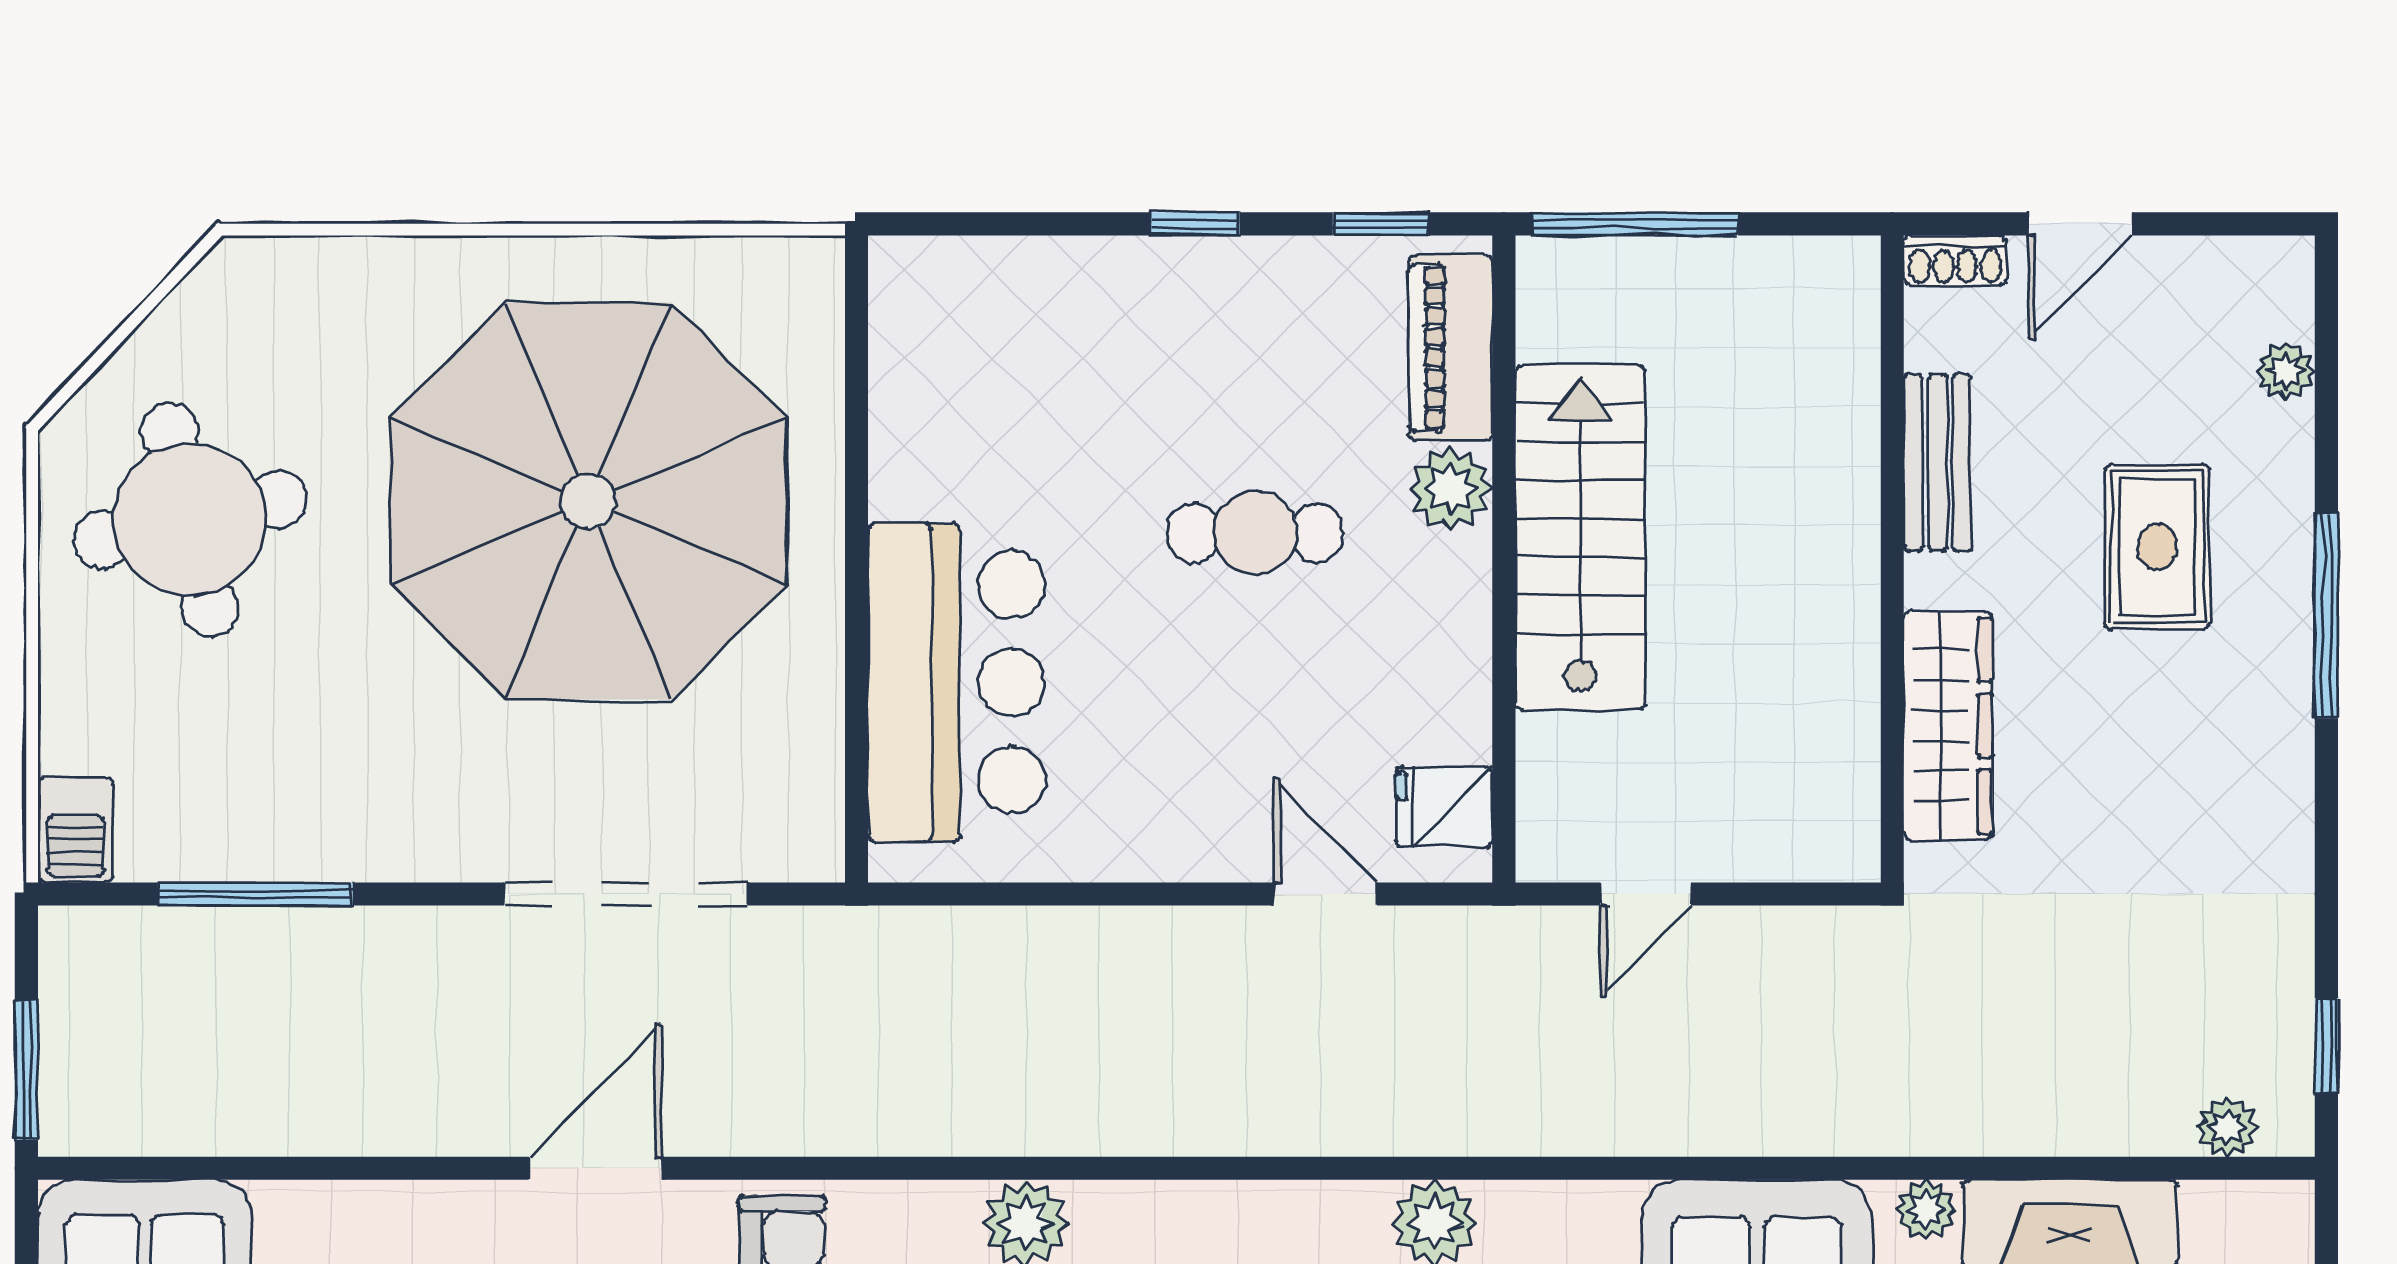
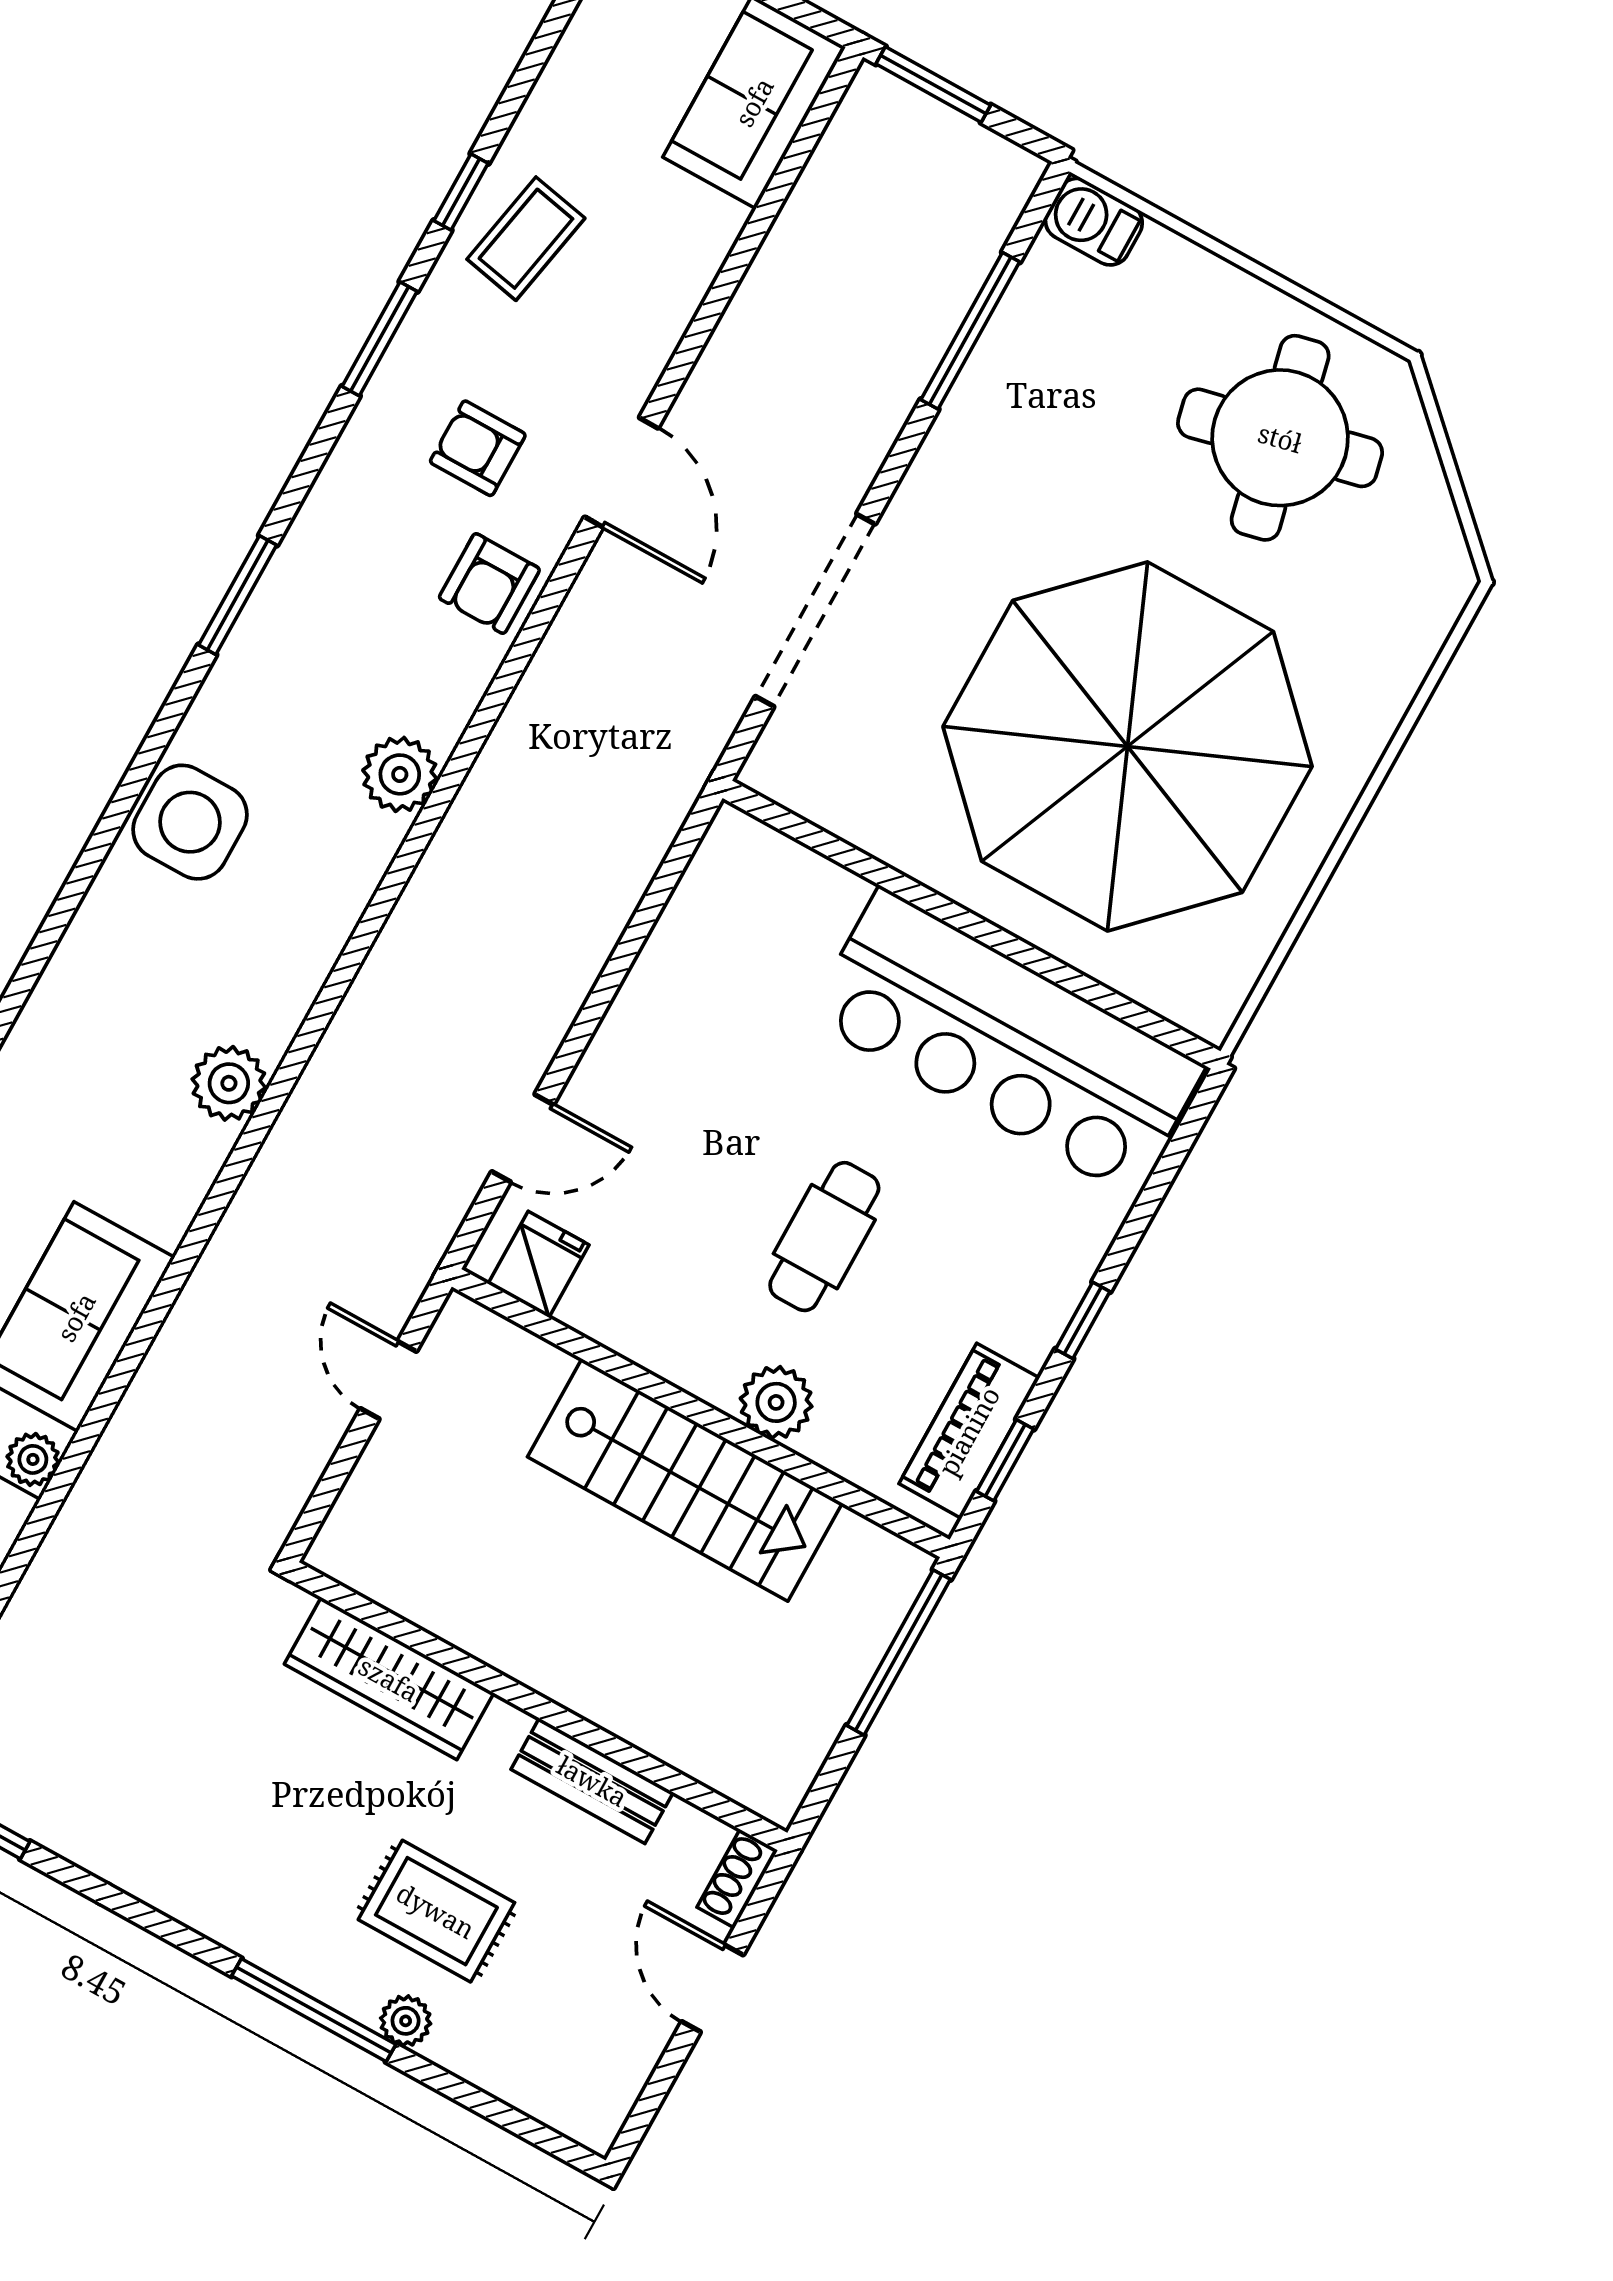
piano: (1451, 348) -> (969, 1431), moved, turned -90
plant: (2286, 371) -> (406, 2021), moved
bar counter: (956, 683) -> (1006, 1042), moved, width x1.36

